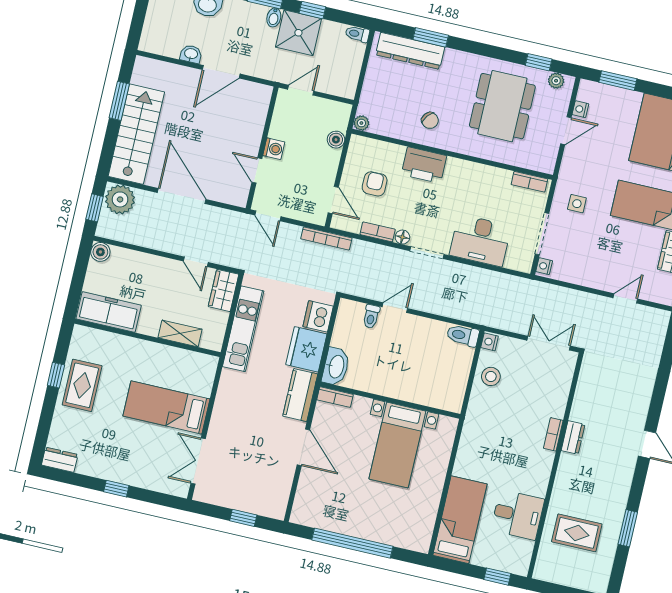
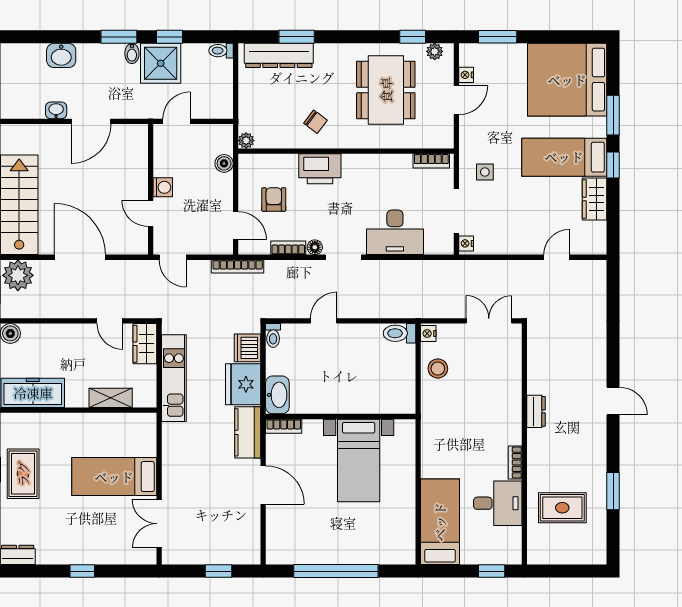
toilet: (371, 316) -> (273, 335), moved
bookcase: (553, 434) -> (515, 462), moved

